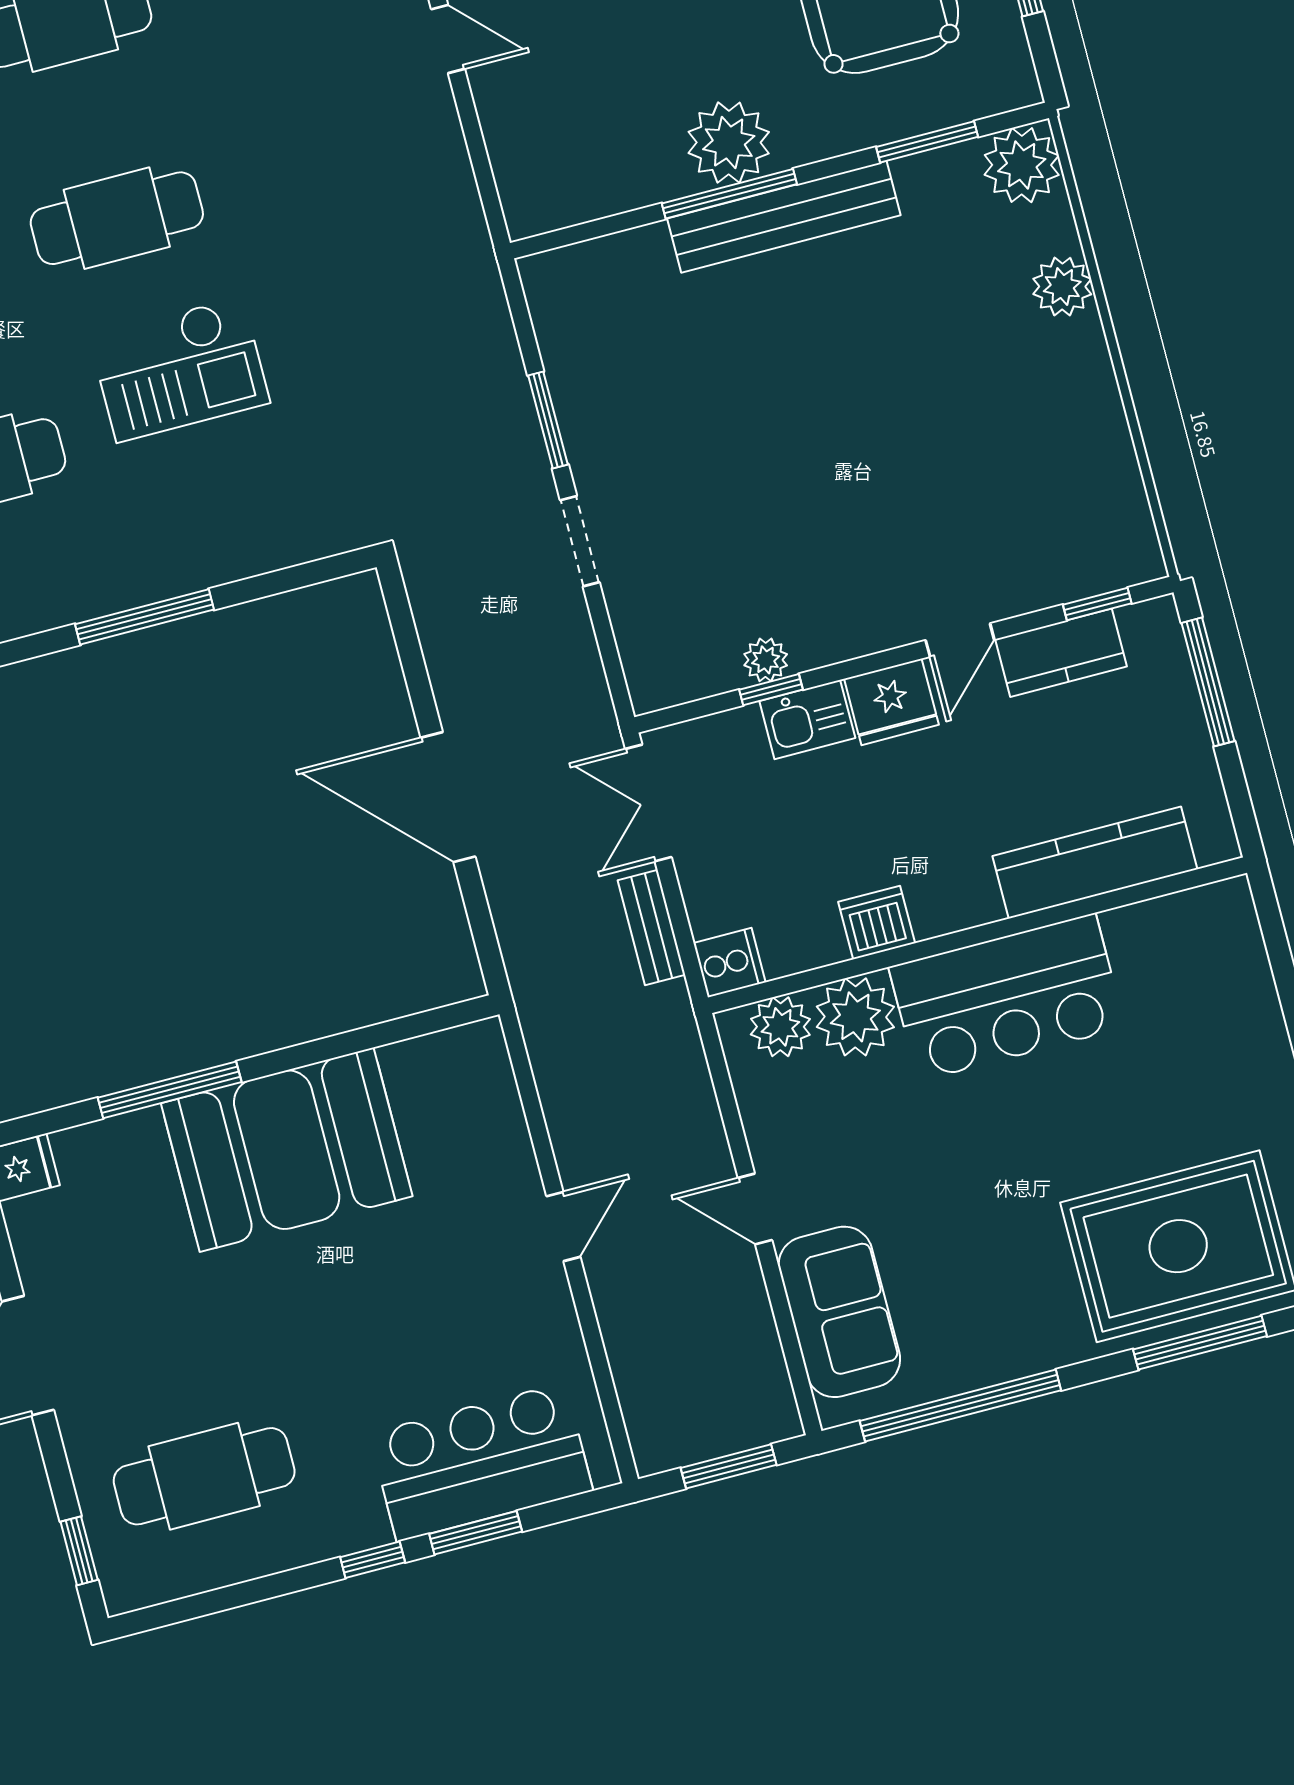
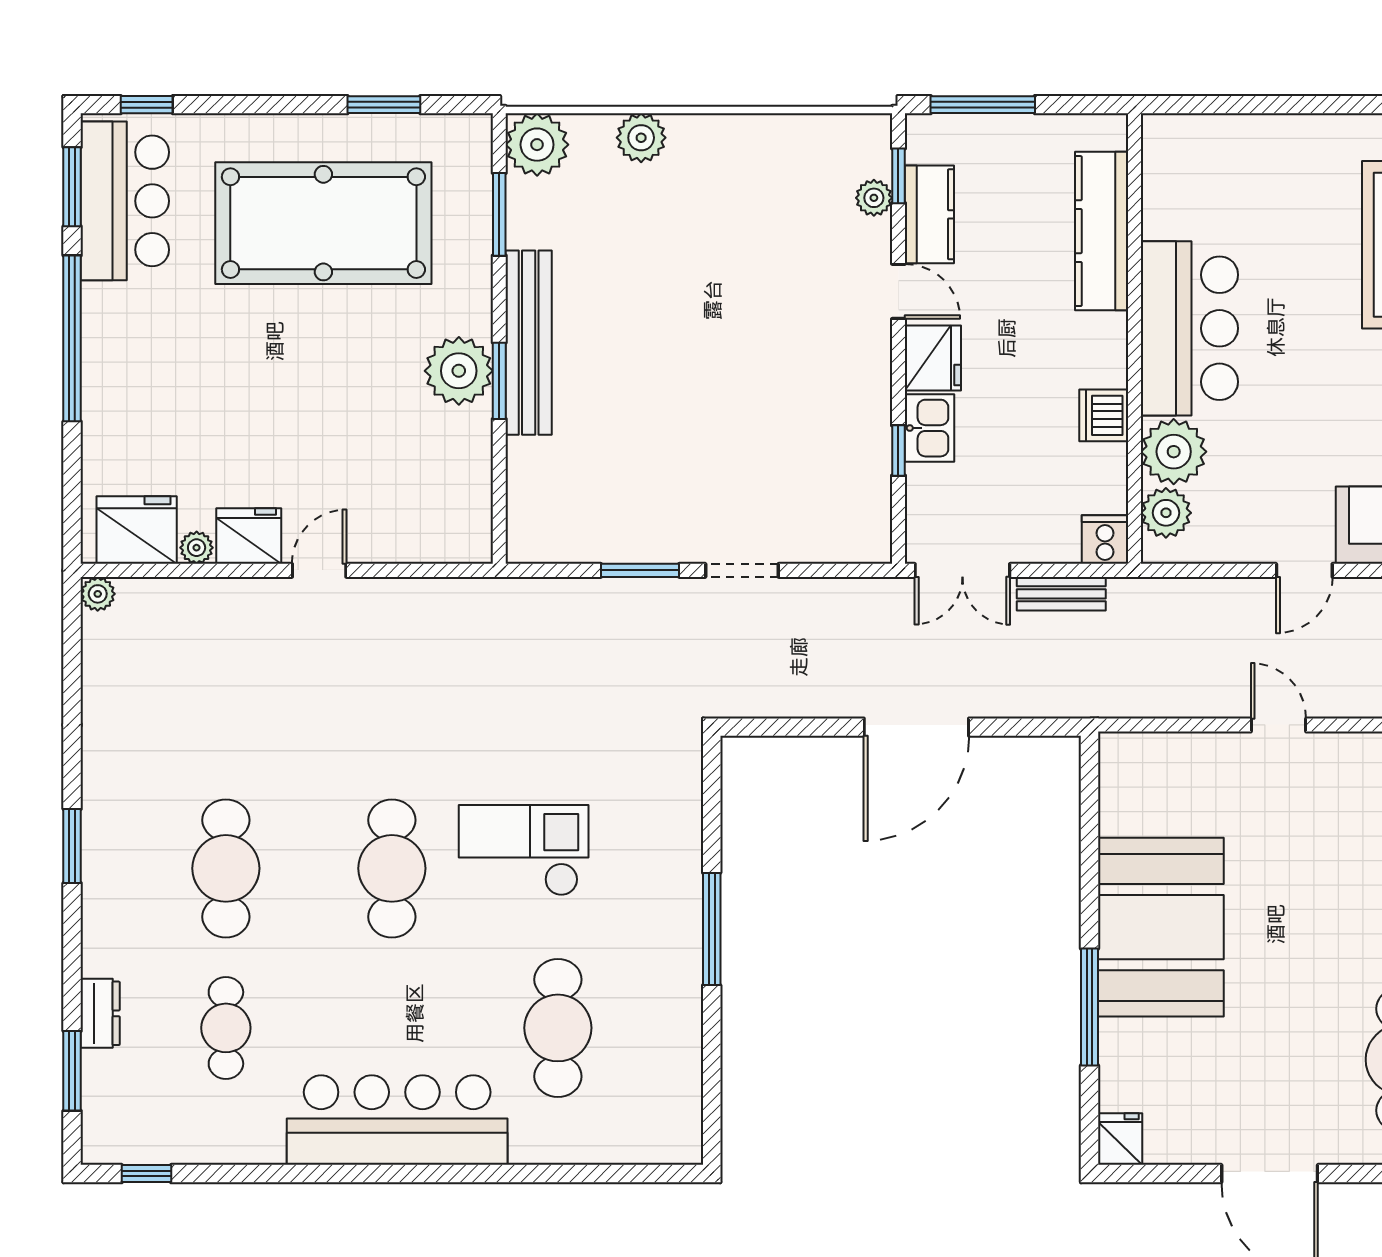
window: (729, 194) -> (499, 381), width x0.69
checkout: (179, 369) -> (524, 850), turned -90
plant: (766, 660) -> (874, 198), moved

